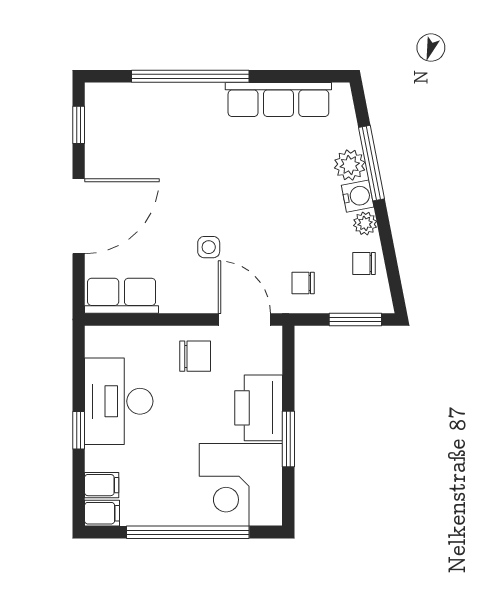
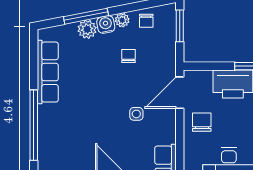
chair: (303, 283) -> (128, 56), moved, turned 180

